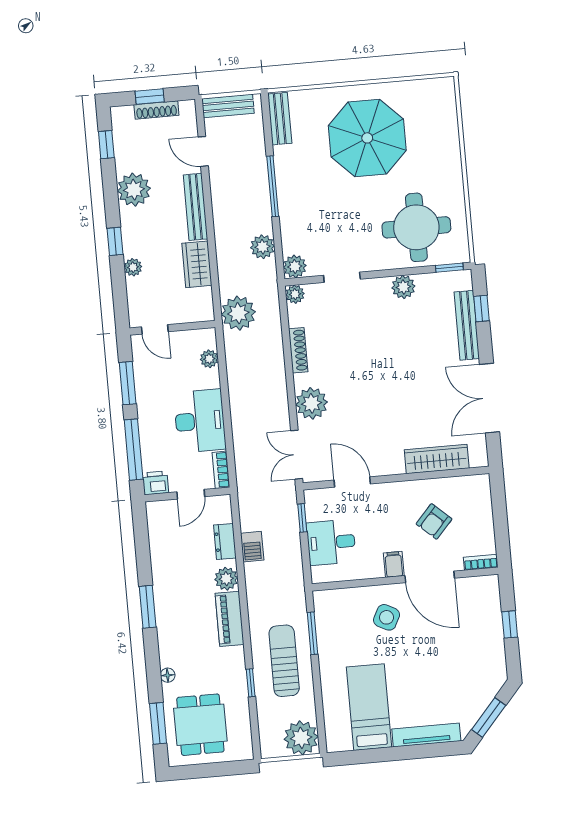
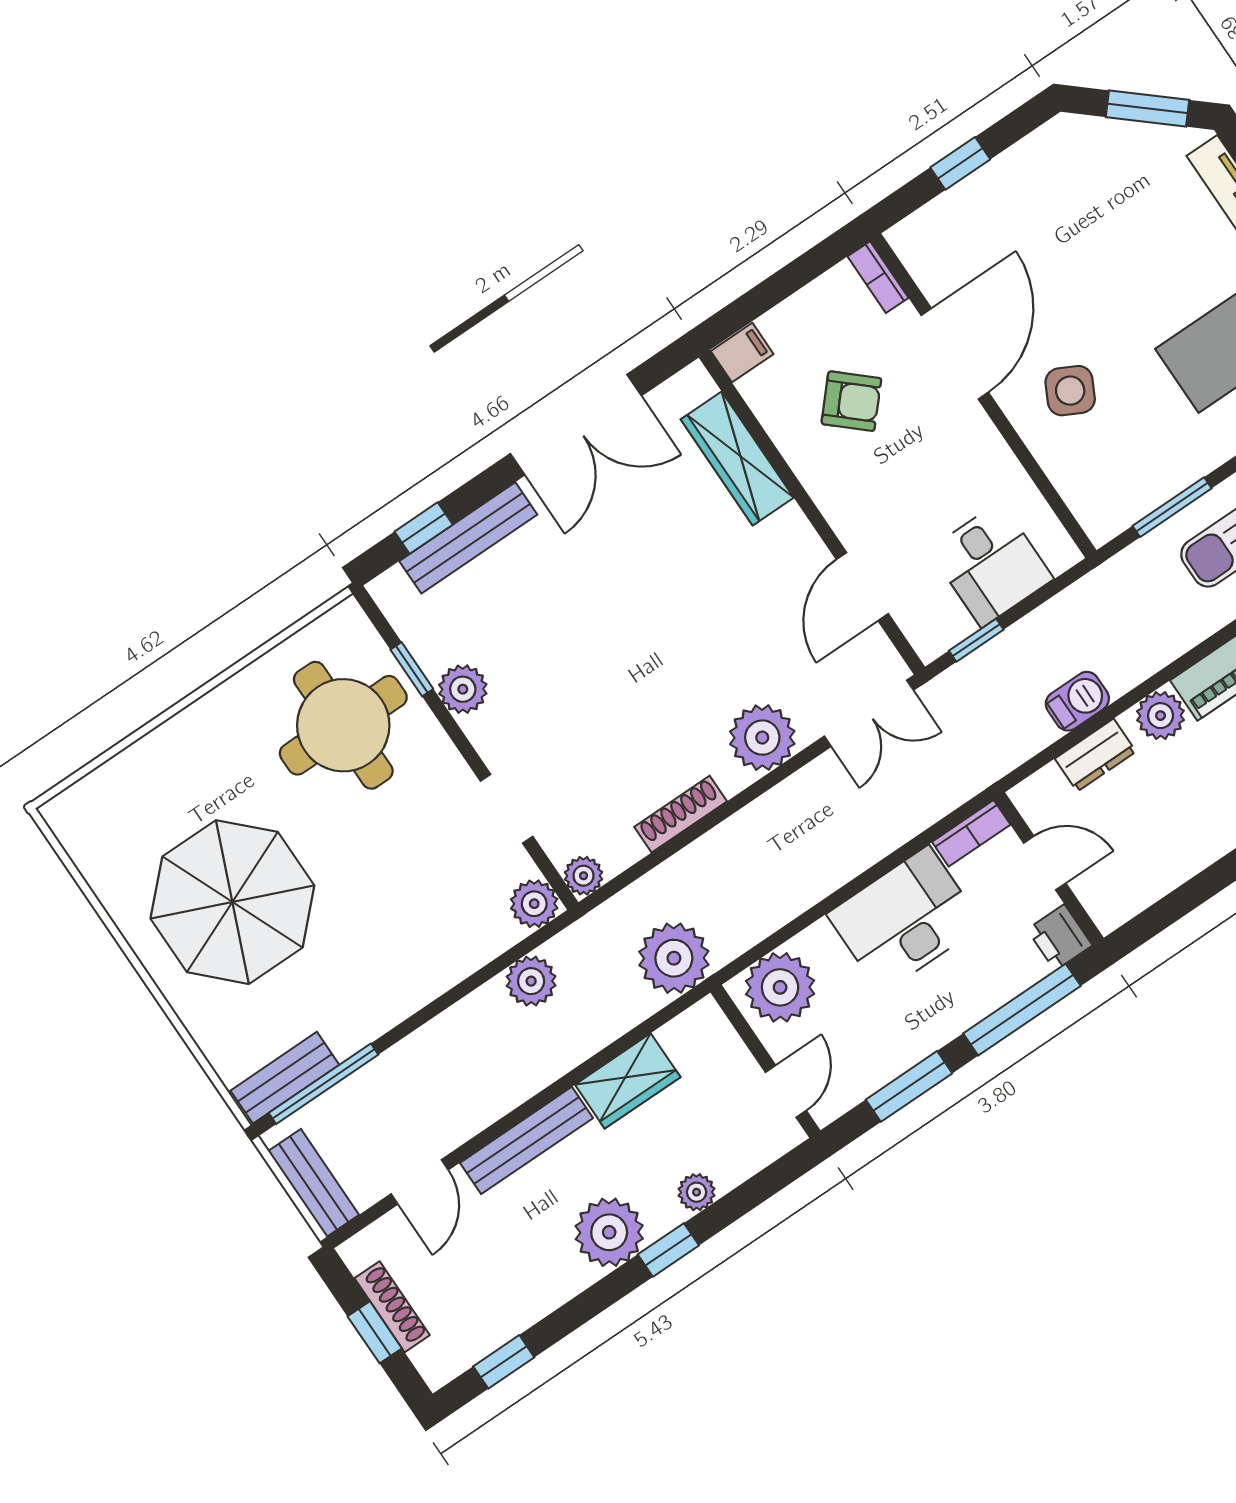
window: (273, 186) -> (323, 1084), moved
plant: (134, 190) -> (609, 1232), moved
window: (449, 268) -> (412, 669), moved
plant: (209, 359) -> (780, 987), width x1.88, depth x1.88
filing cabinet: (394, 564) -> (742, 353), moved, turned 180

